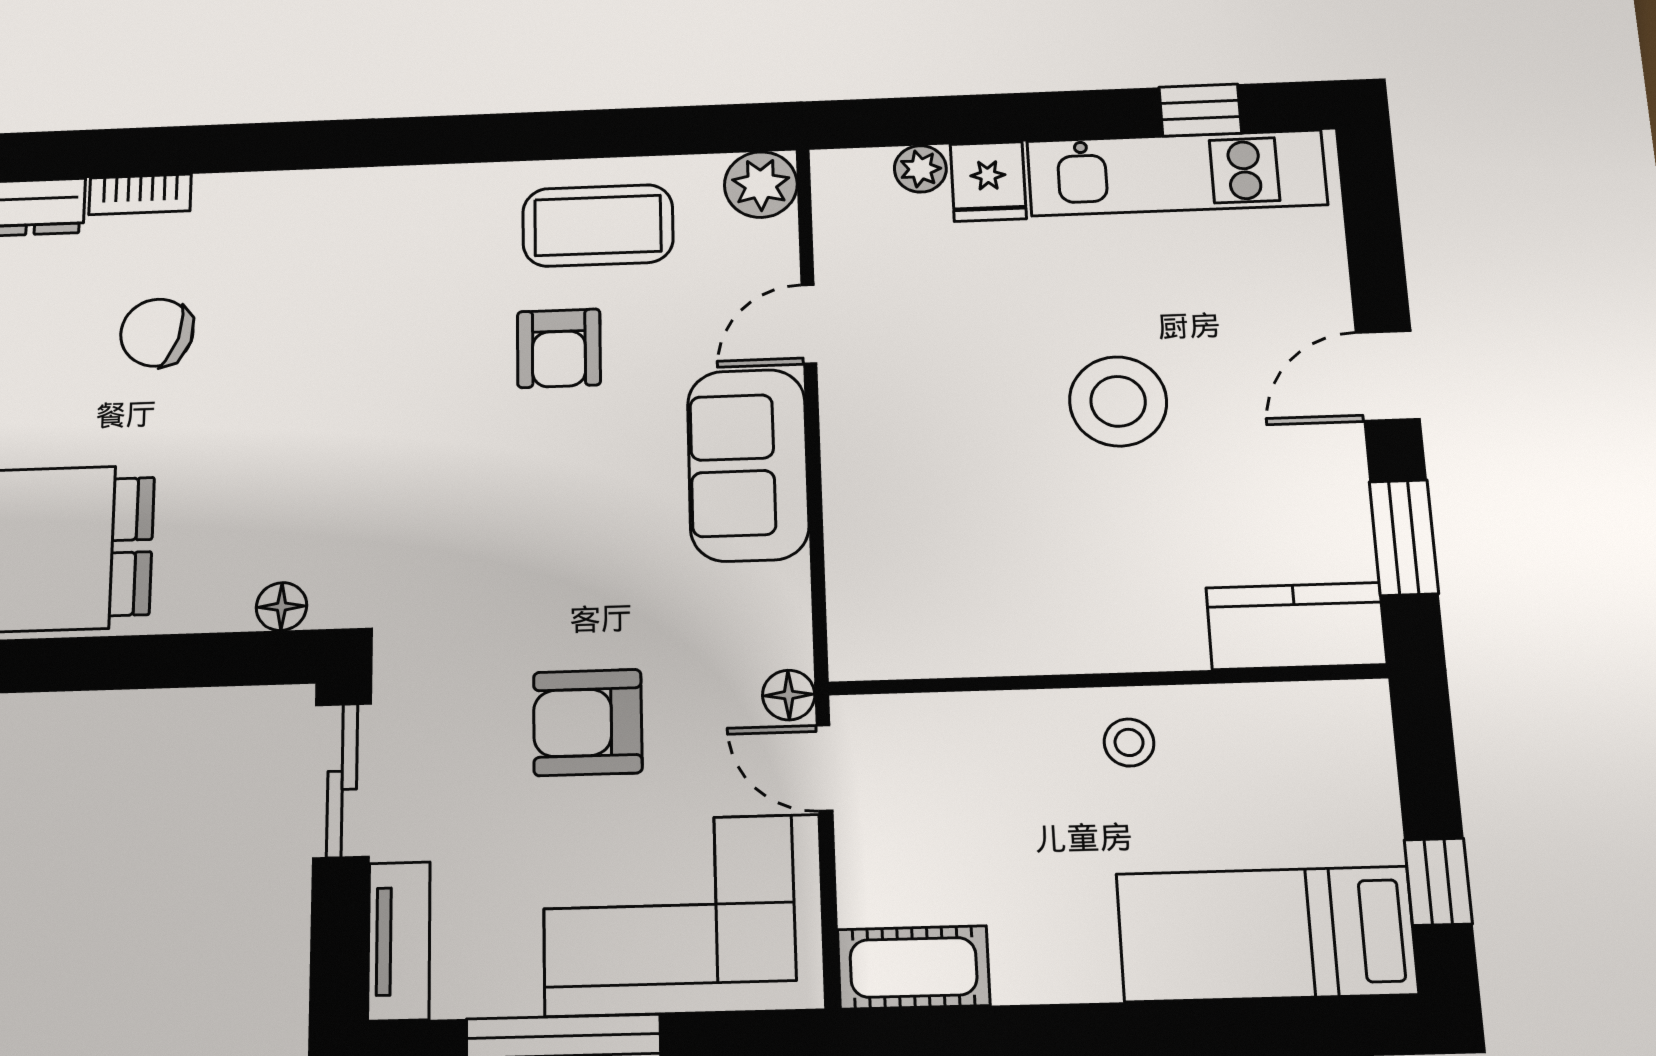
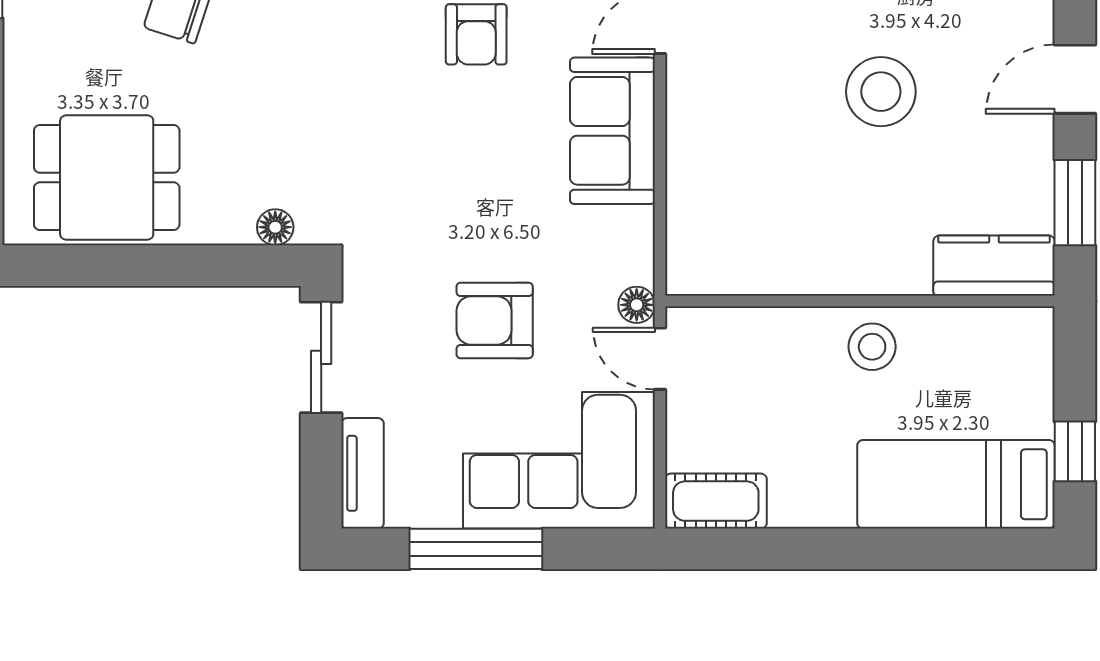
stool: (1129, 742) -> (872, 347), width x1.37, depth x1.37

